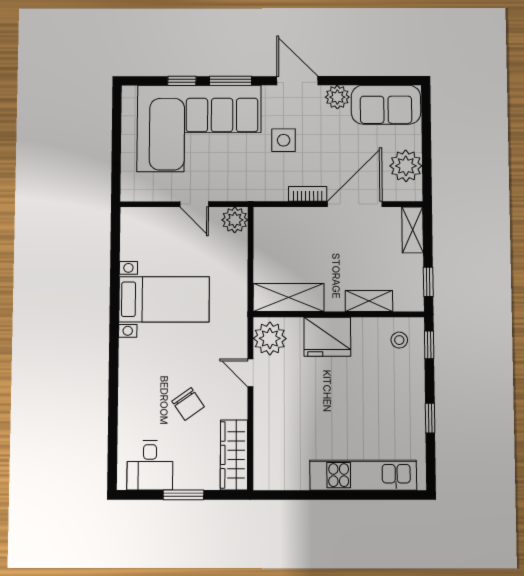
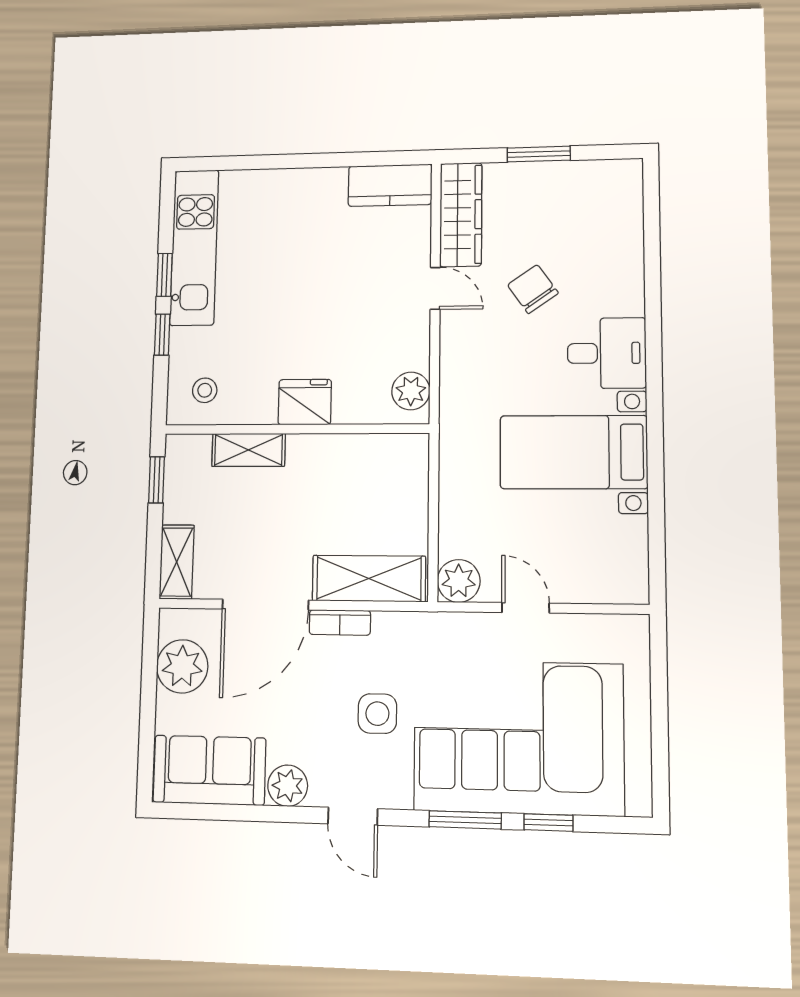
door: (297, 81) -> (353, 816), width x0.73
shelving: (289, 298) -> (369, 579), moved
fridge: (327, 337) -> (305, 402), width x0.73, depth x0.75
plant: (270, 338) -> (411, 391), width x0.73, depth x0.73
window: (429, 345) -> (162, 335), moved
door: (250, 373) -> (435, 288), moved
desk: (150, 465) -> (607, 353), moved, turned 90
kitchen unit: (363, 475) -> (194, 247), moved, turned -90
kitchen counter: (281, 476) -> (390, 185), added

